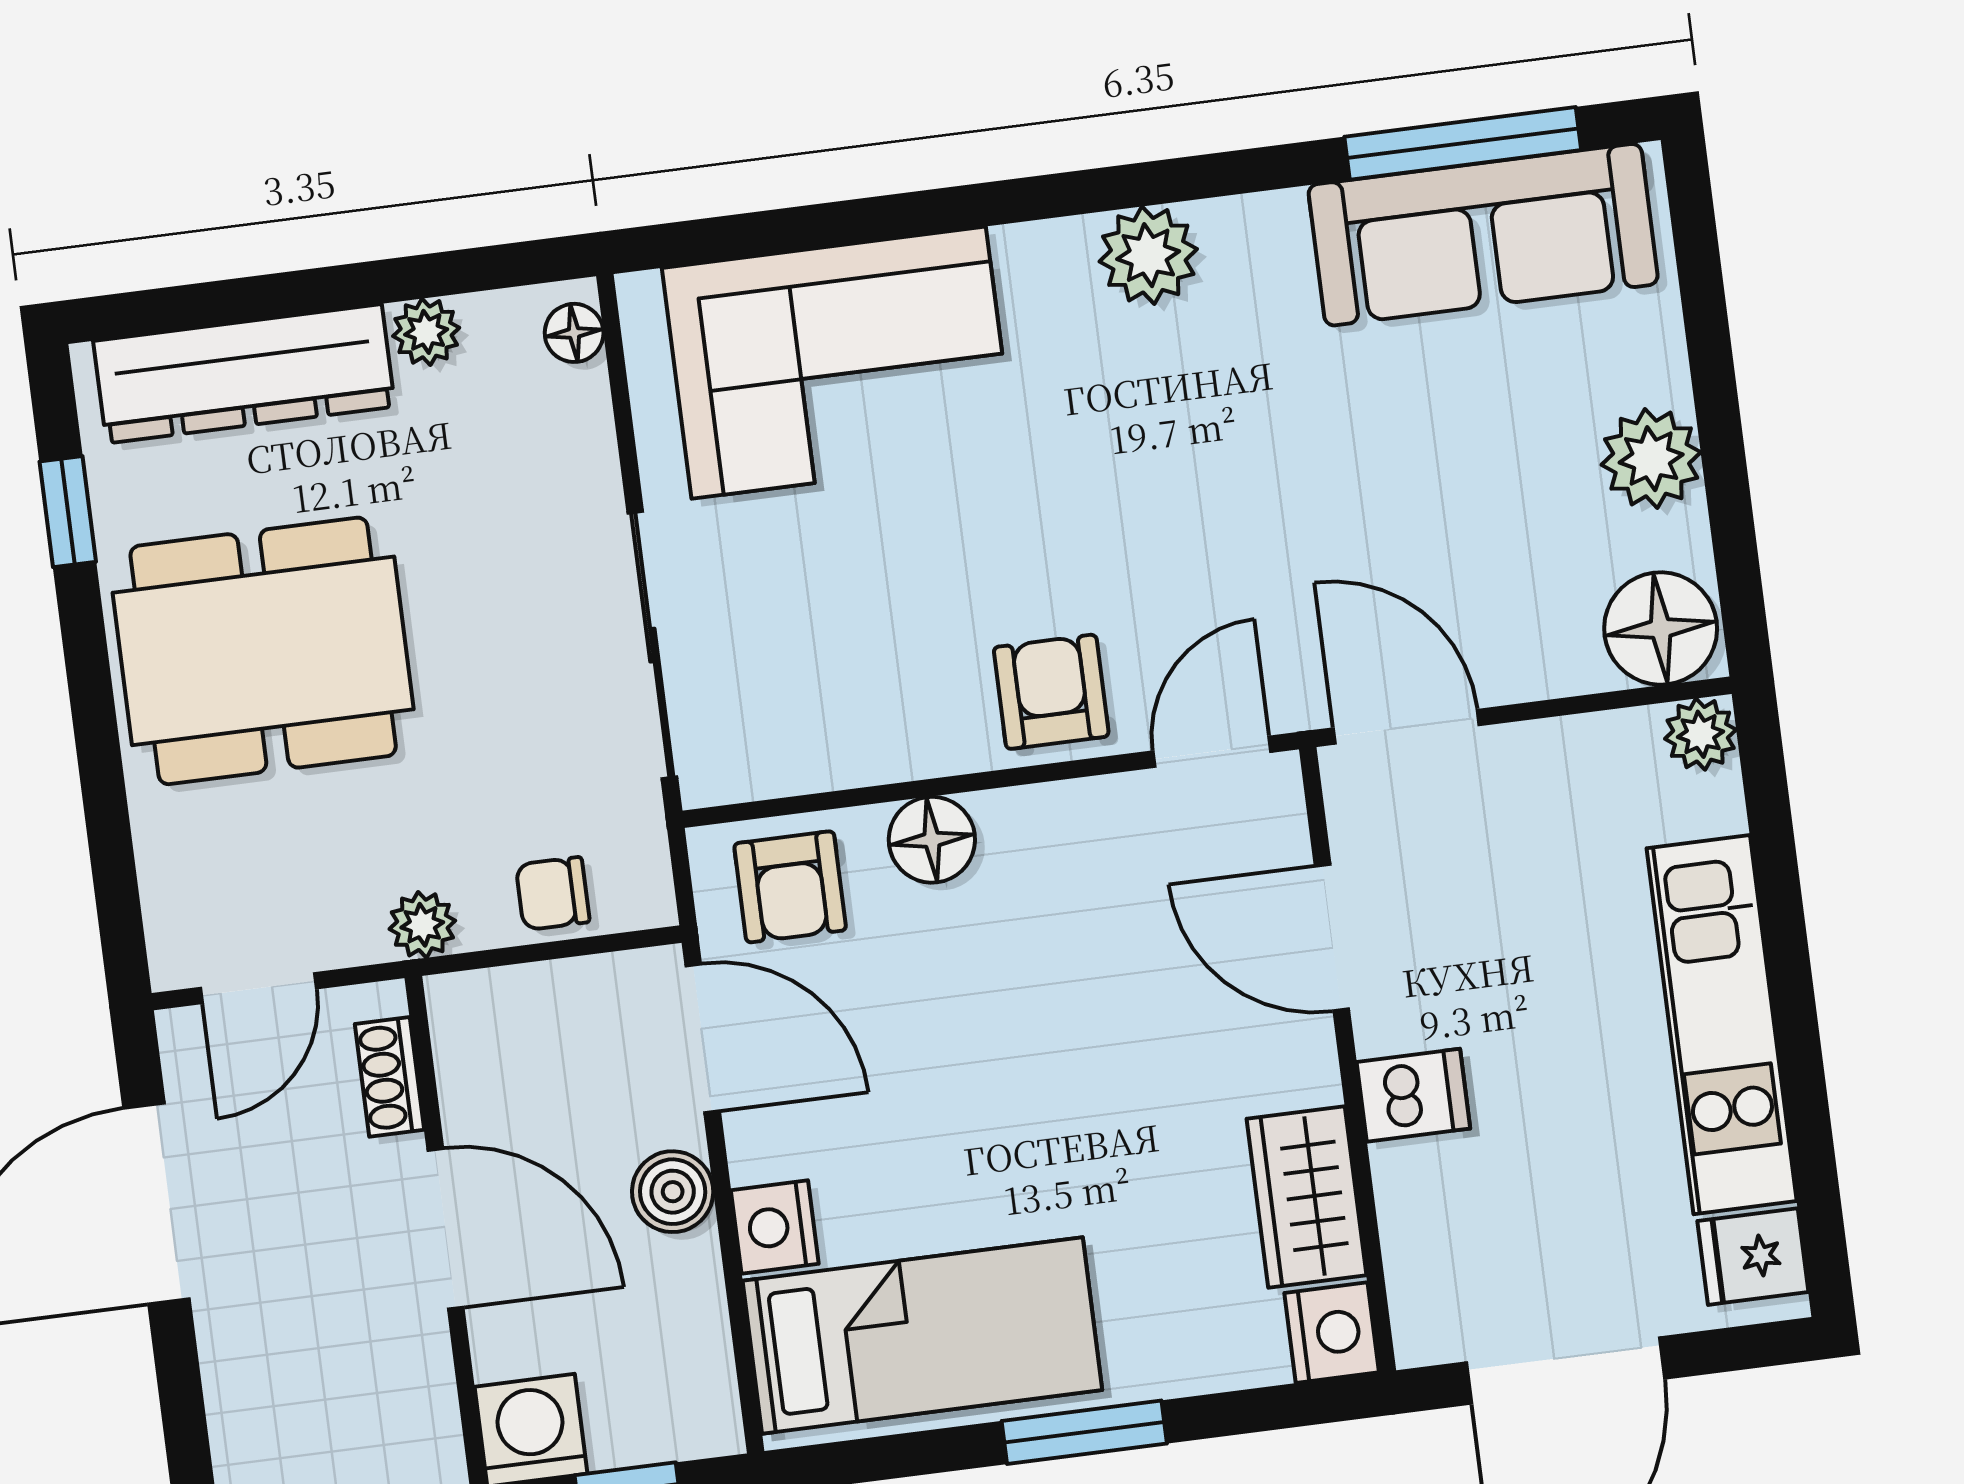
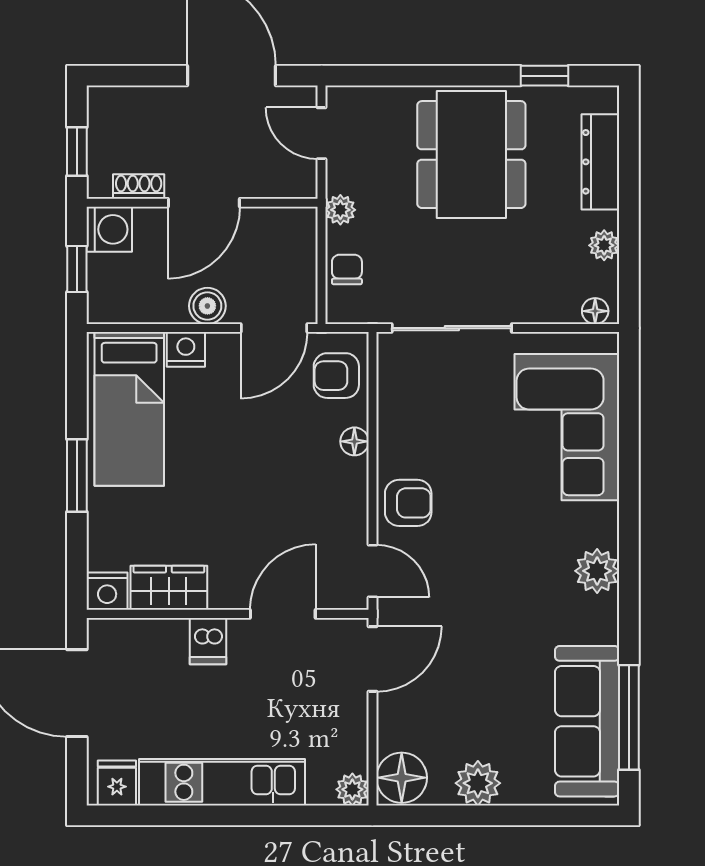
dresser: (244, 374) -> (600, 162), width x0.73, depth x0.80
floor lamp: (932, 840) -> (354, 441), width x0.73, depth x0.73
shoe rack: (389, 1077) -> (139, 186), moved

